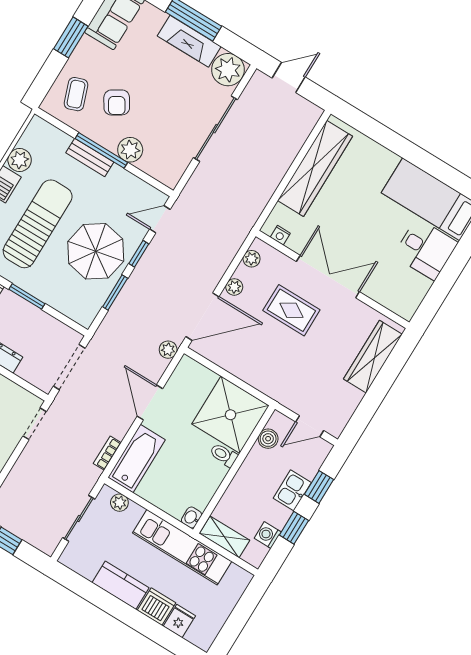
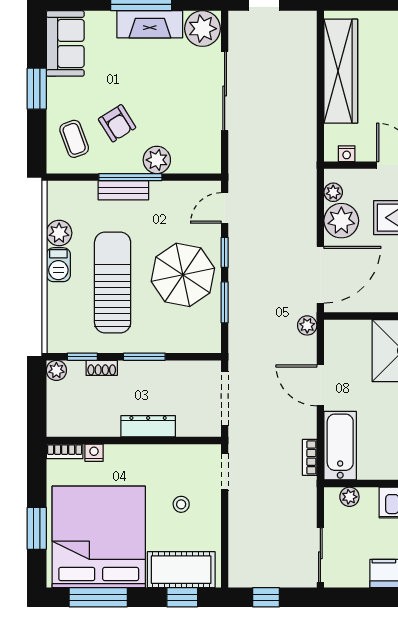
plant: (234, 287) -> (341, 221), width x1.88, depth x1.88
sliding door: (79, 518) -> (320, 555), moved

